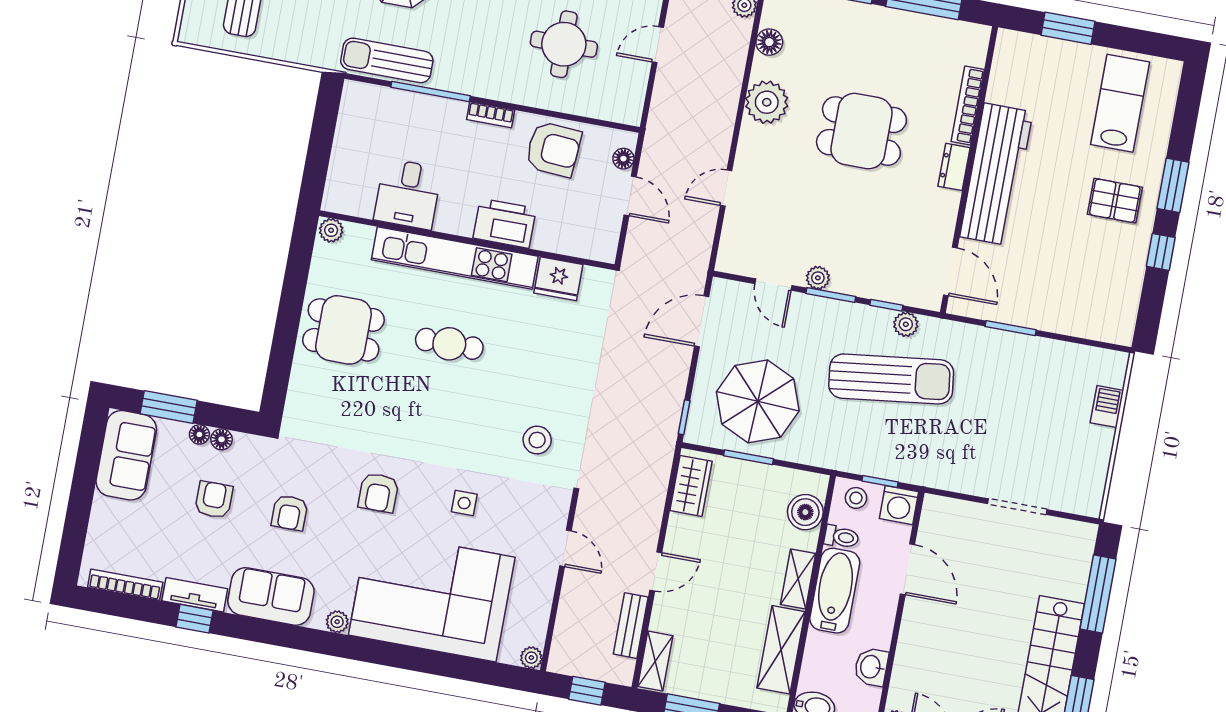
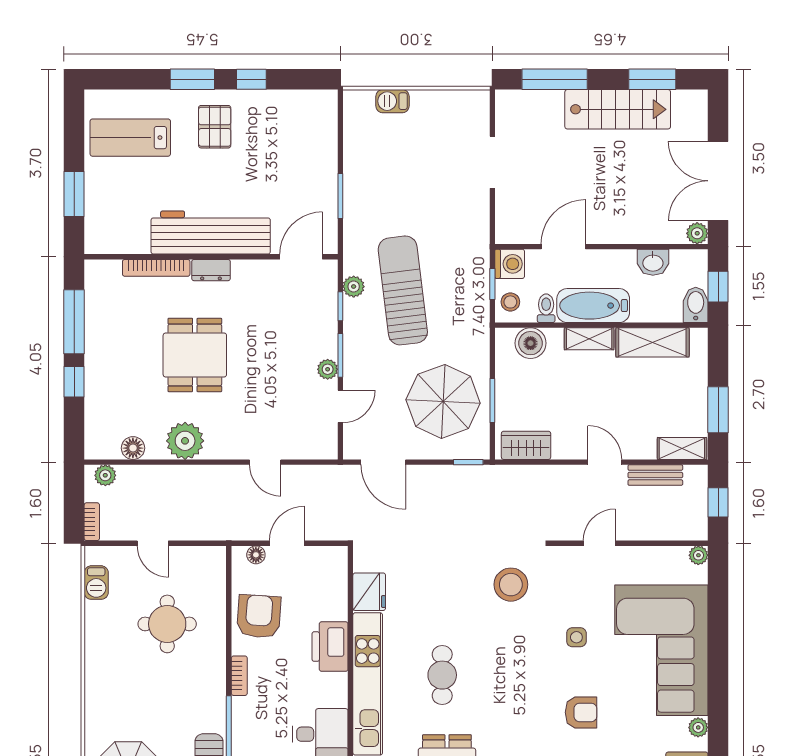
stool: (537, 440) -> (511, 585), width x1.38, depth x1.38

